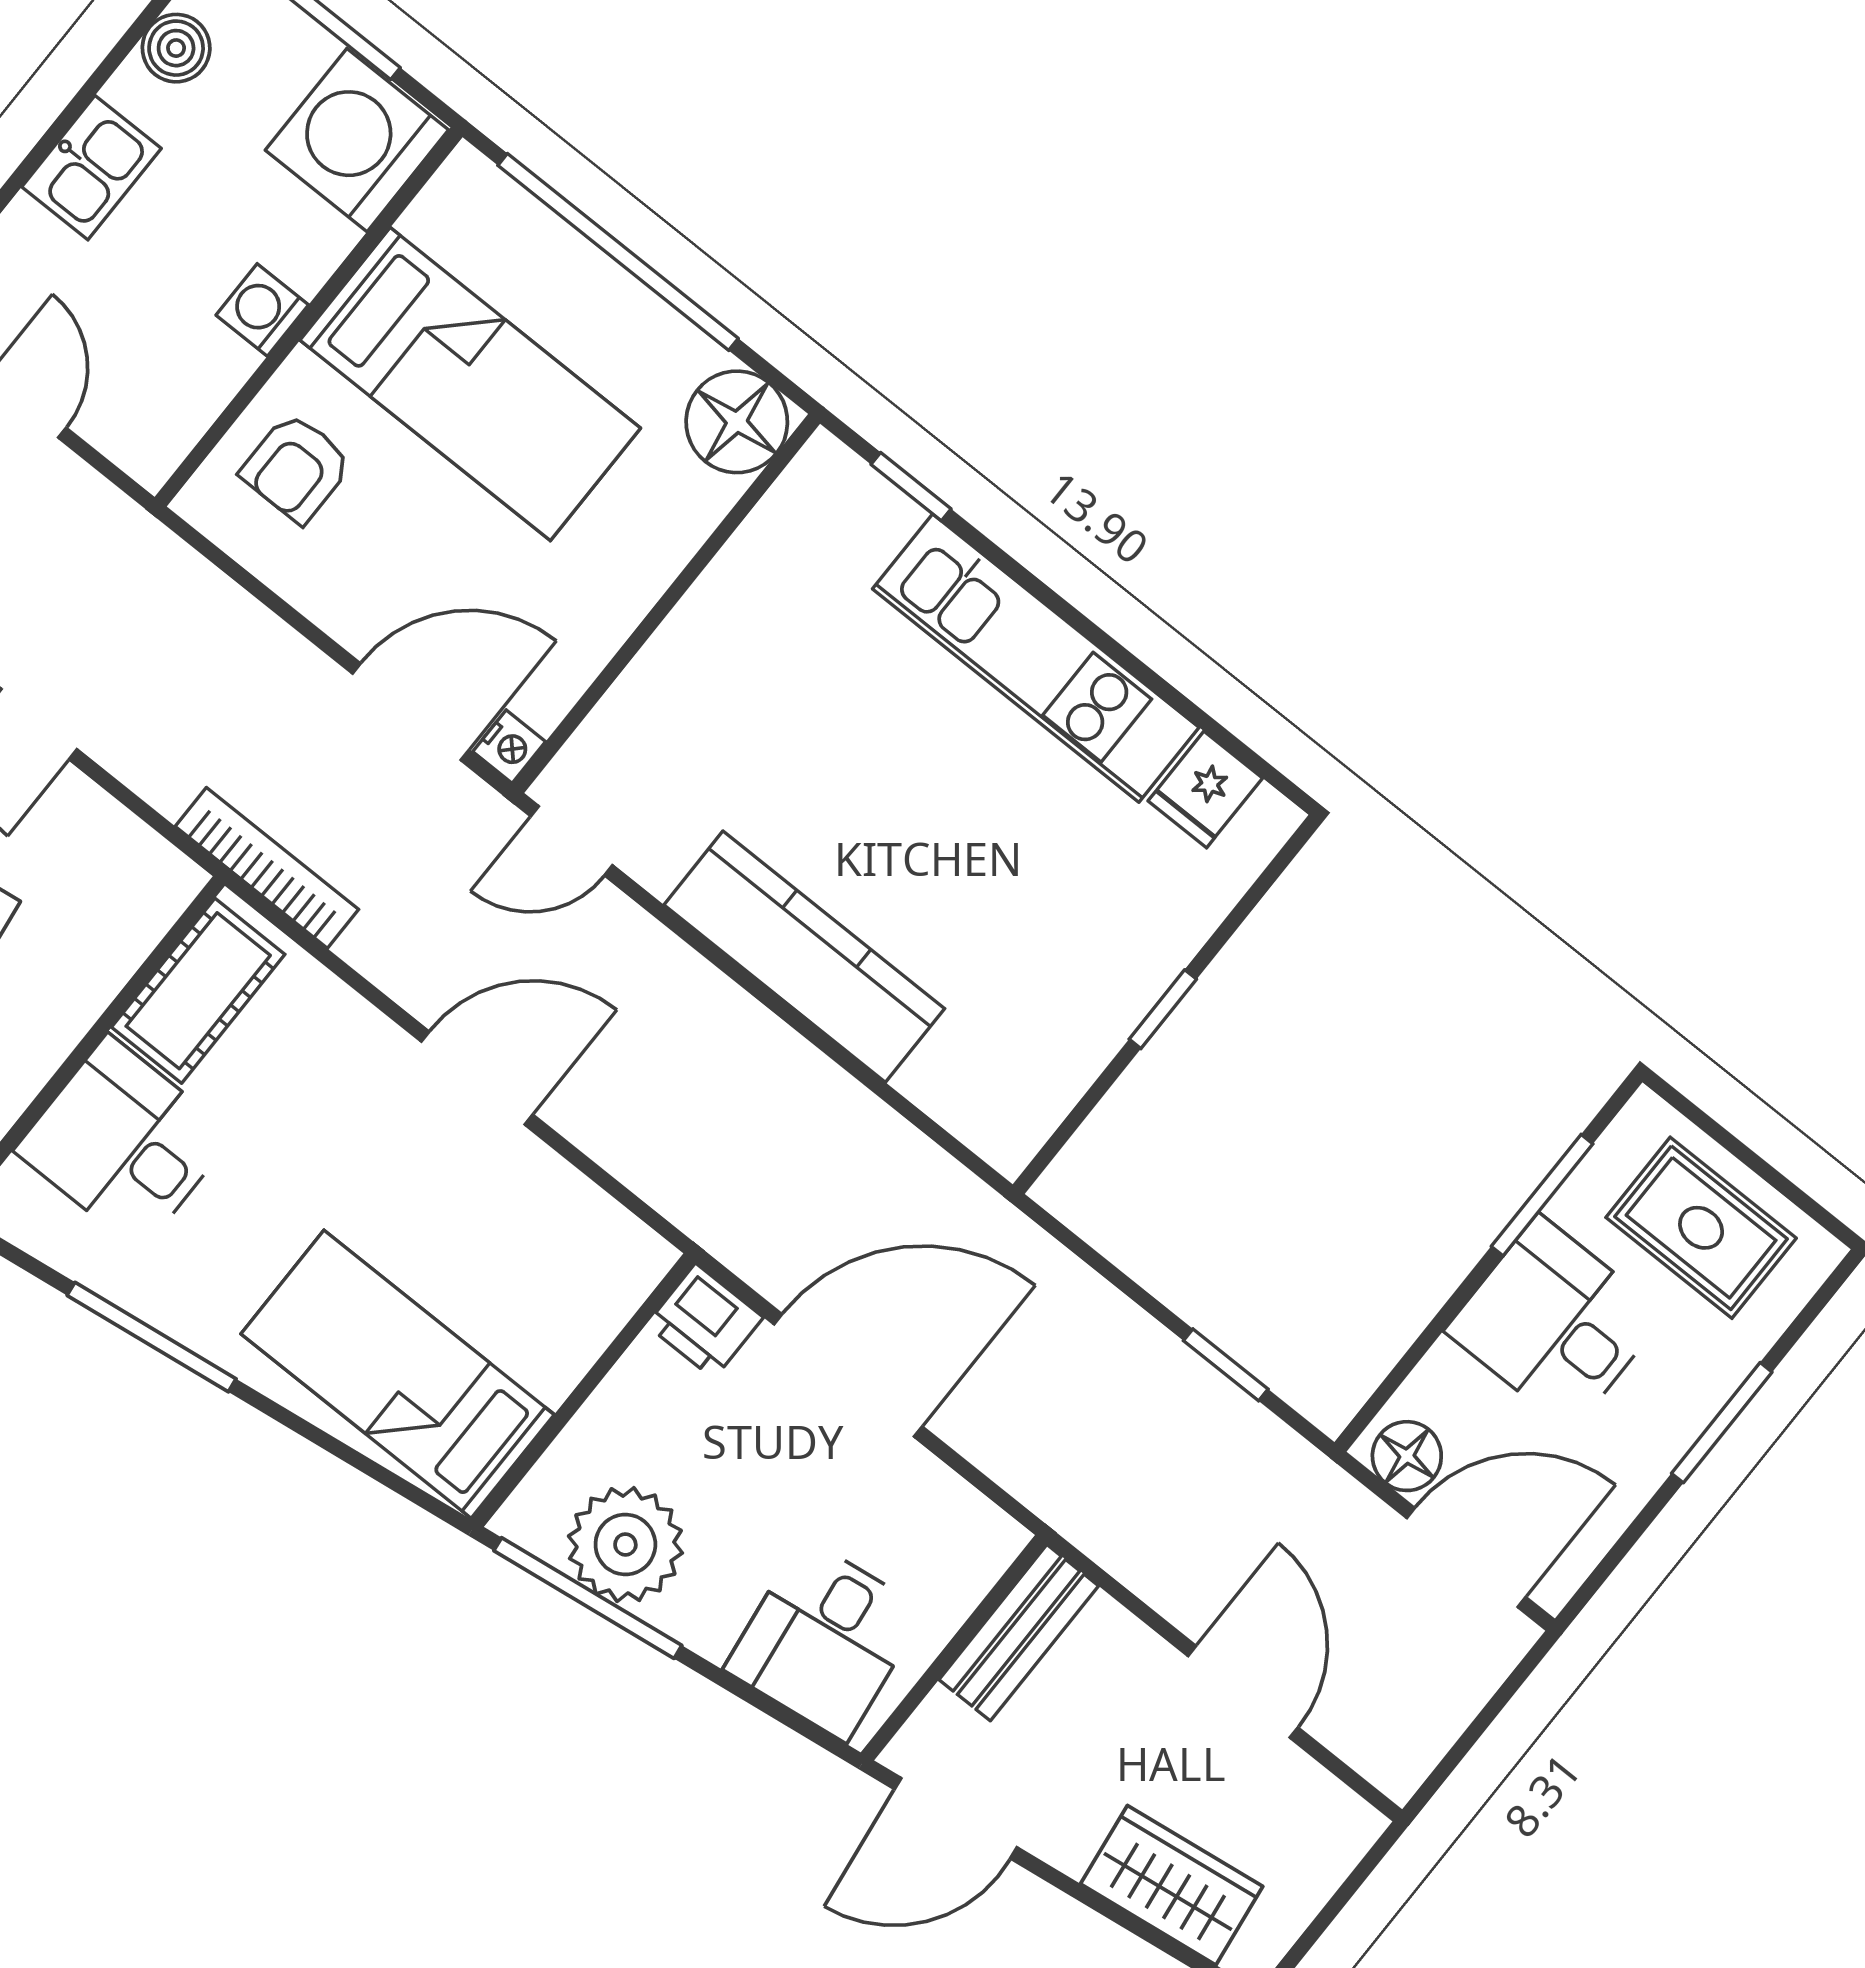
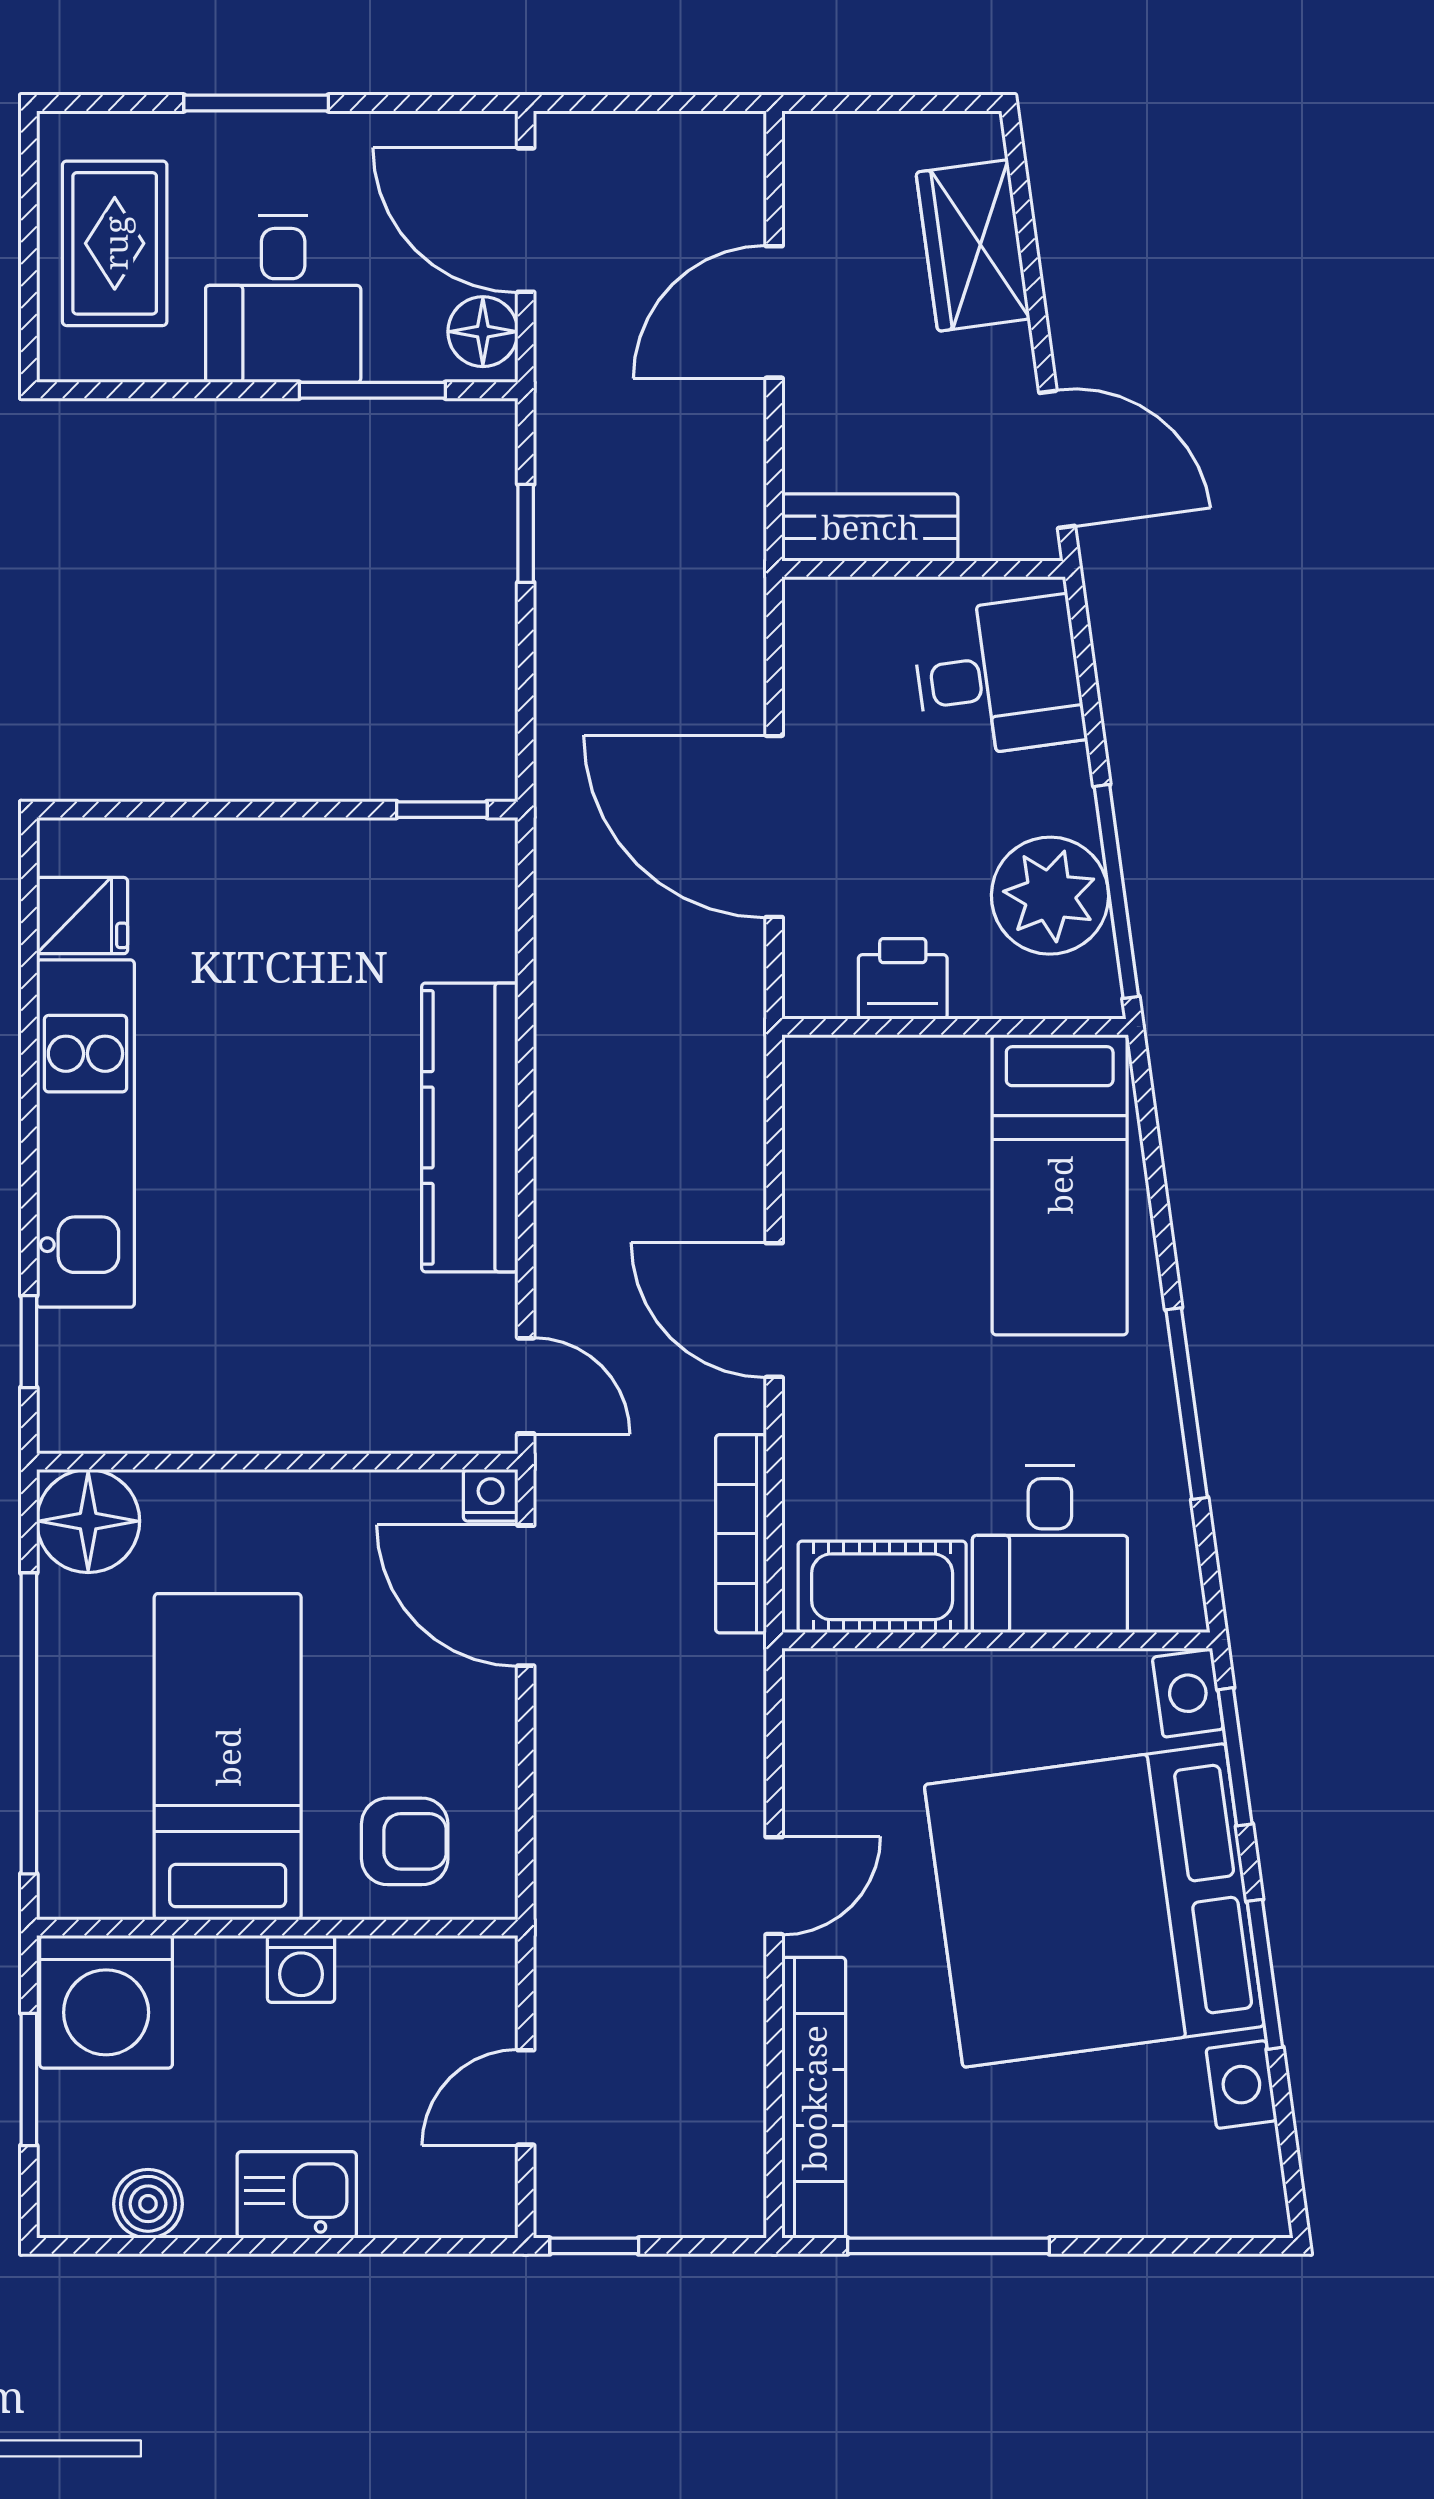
bookcase: (267, 868) -> (741, 1534), moved
window: (1163, 1009) -> (442, 810), moved
window: (1542, 1195) -> (372, 390), moved
printer: (705, 1321) -> (903, 979), moved, turned -90

